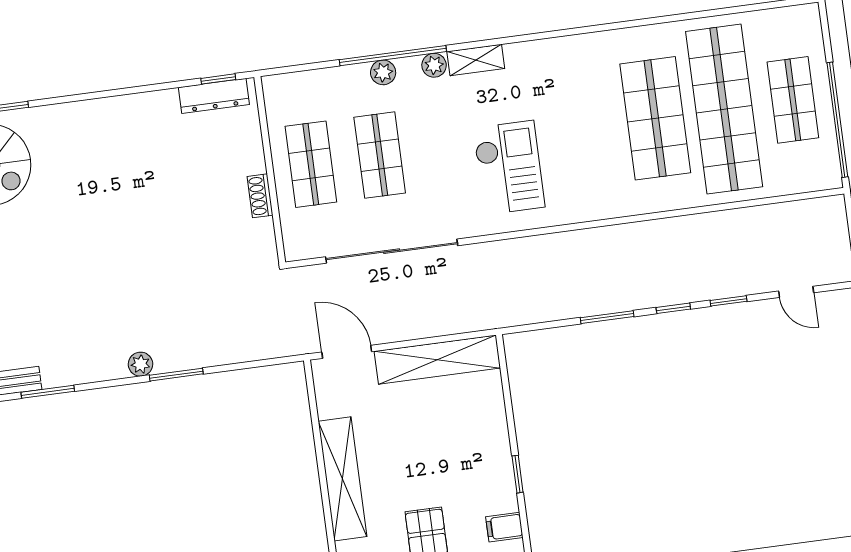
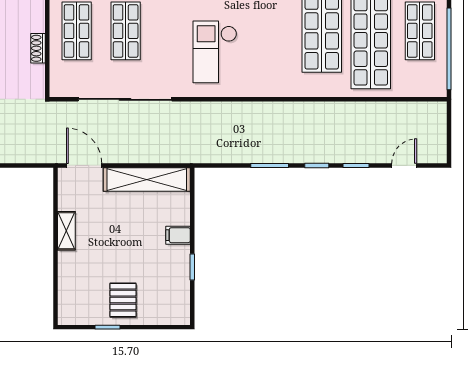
checkout: (509, 168) -> (215, 52), turned 180
door: (796, 292) -> (404, 166), swing flipped
shelving: (342, 479) -> (66, 231), width x0.45, depth x0.75
filing cabinet: (504, 527) -> (178, 235), moved

